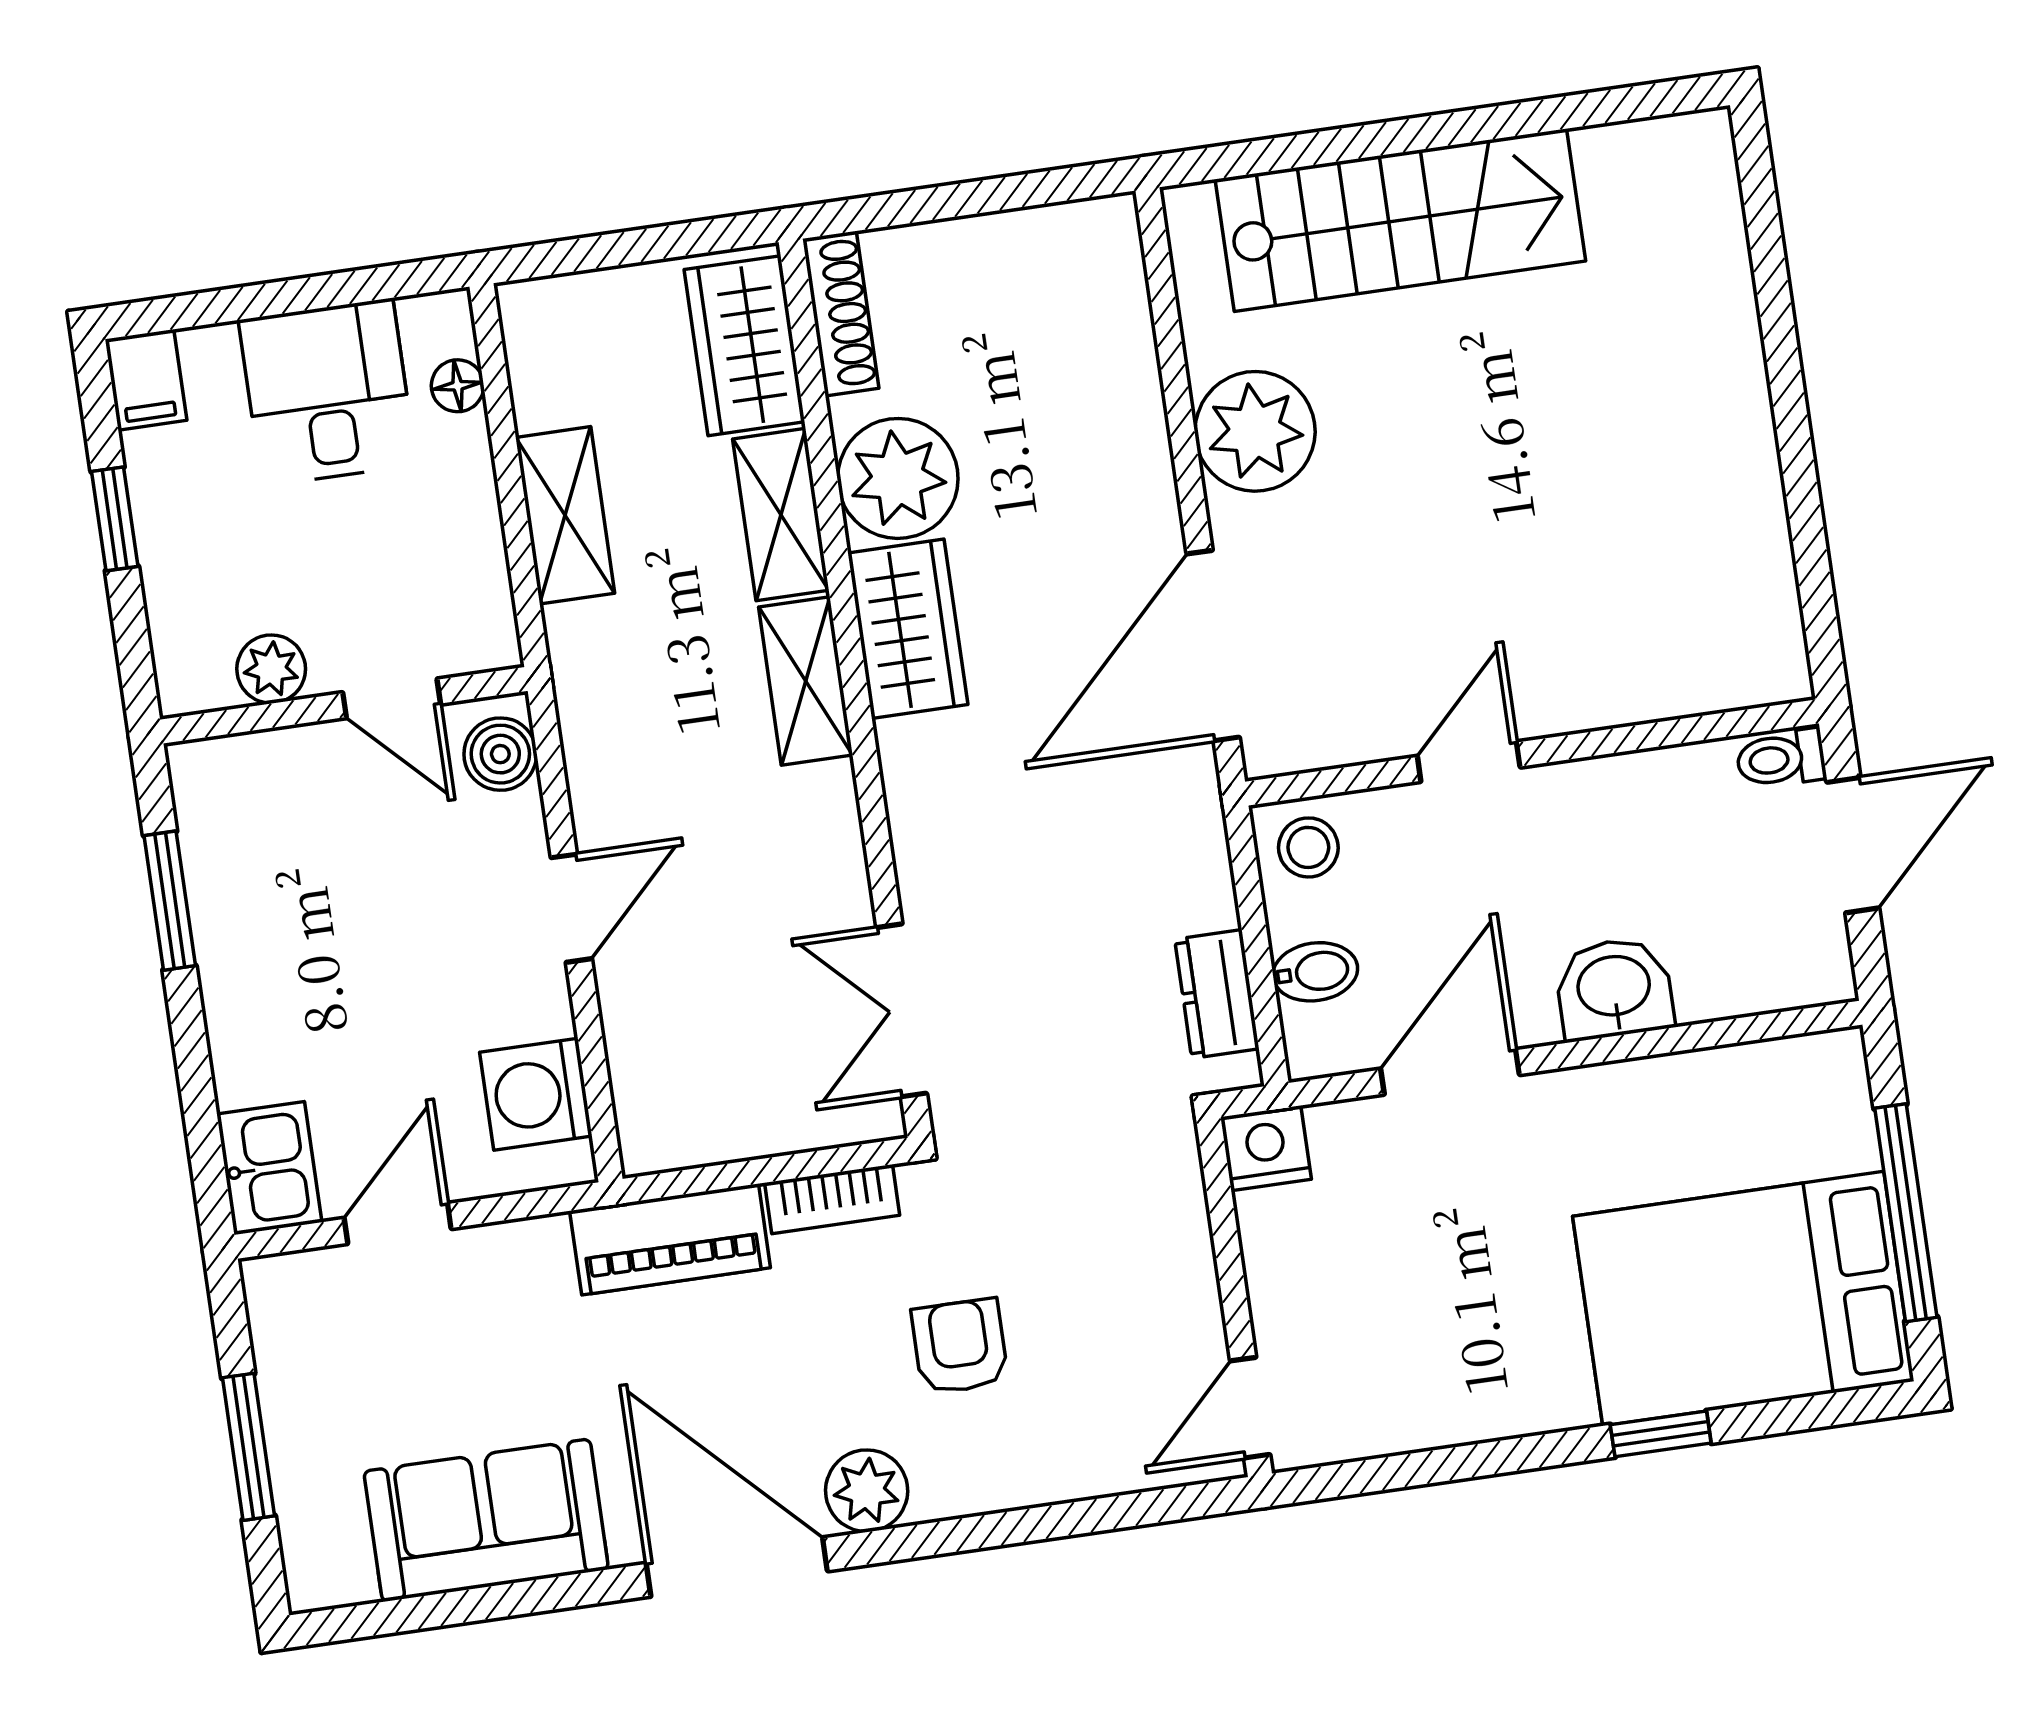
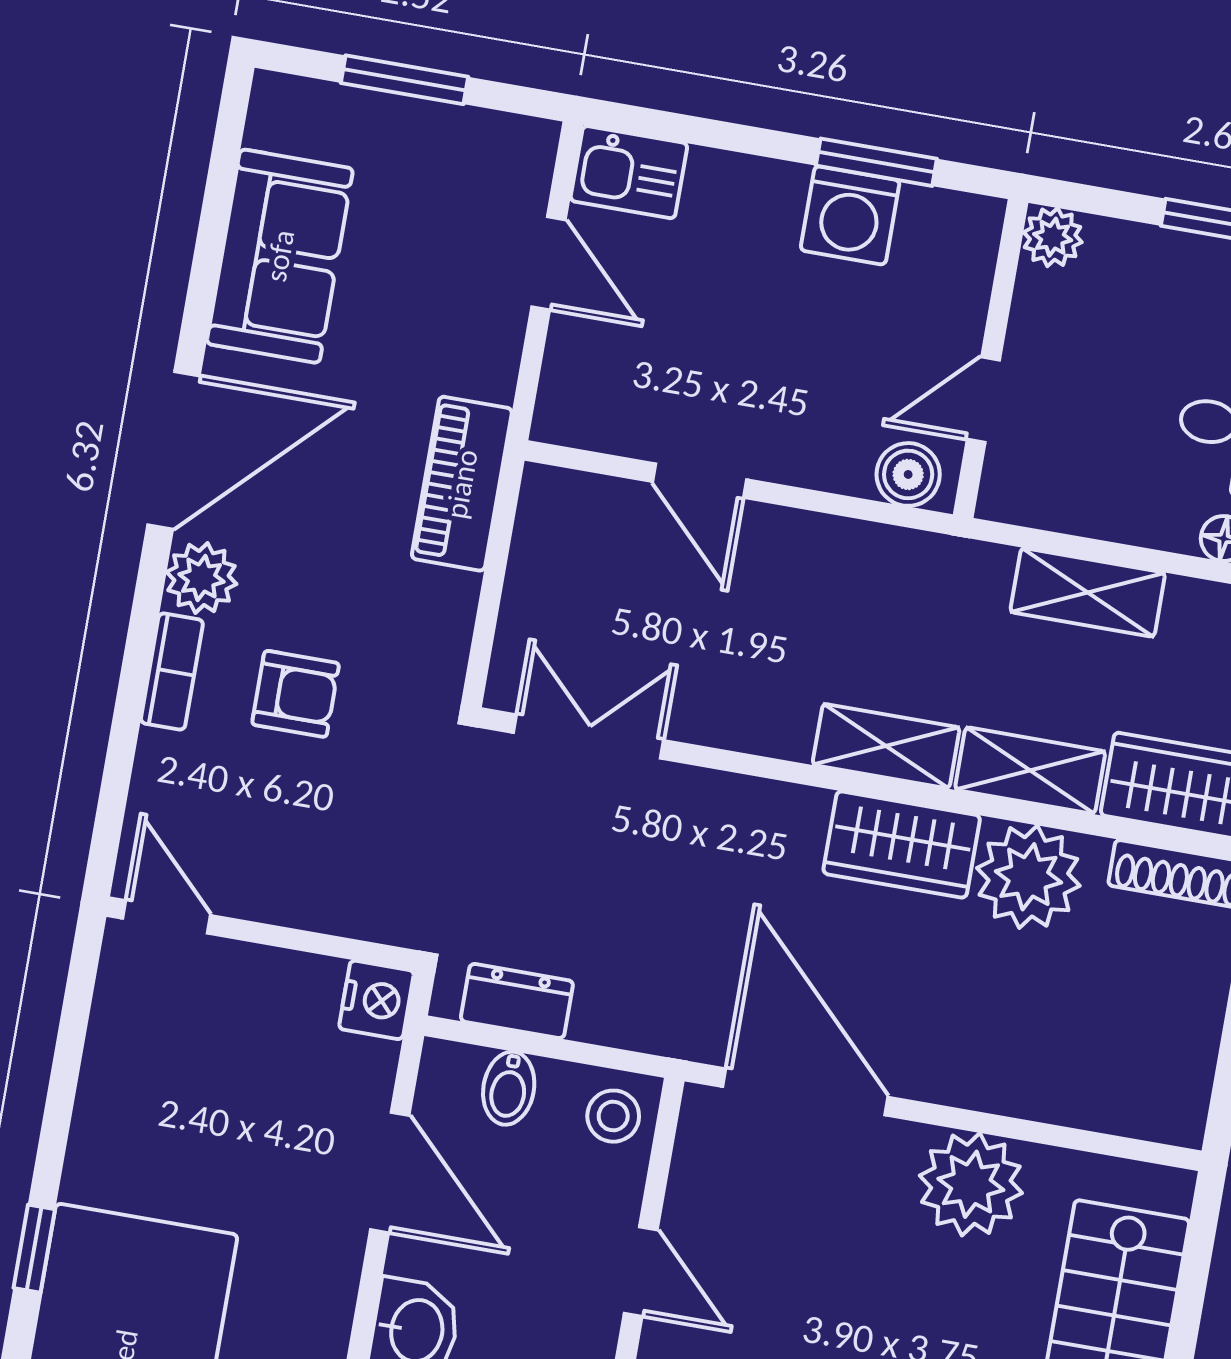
plant: (271, 669) -> (1053, 237), moved
door: (571, 908) -> (700, 481), moved
washing machine: (536, 1094) -> (850, 215), moved, turned 180
bookcase: (832, 1199) -> (172, 671), moved, turned 180

